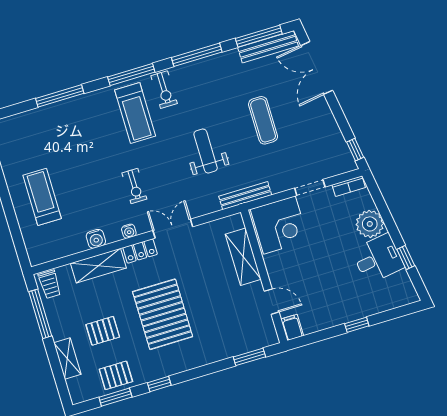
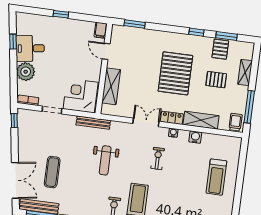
exercise mat: (263, 120) -> (52, 172), moved
double door: (173, 229) -> (146, 122), swing flipped
pallet: (116, 375) -> (220, 49), turned 90

